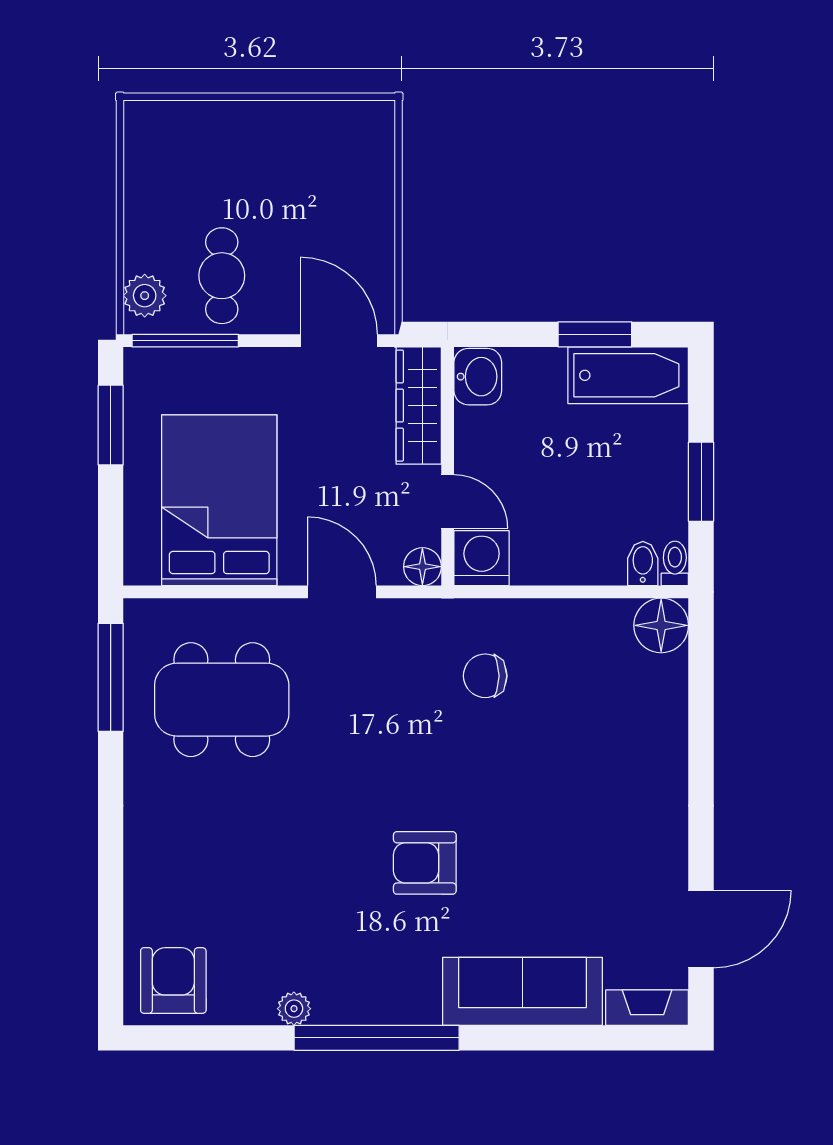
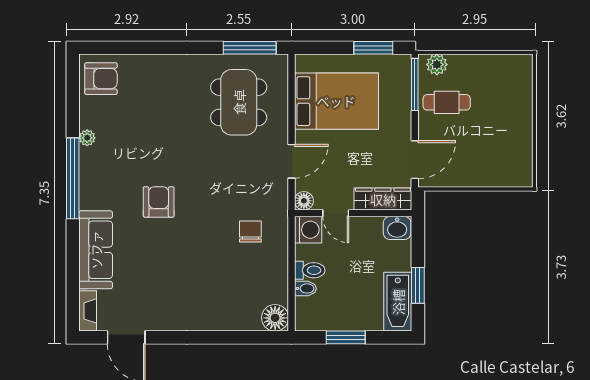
door: (448, 502) -> (336, 213), hinge flipped
bidet: (643, 563) -> (305, 288), moved
toilet: (675, 563) -> (310, 270), moved, width x1.37, depth x1.39

